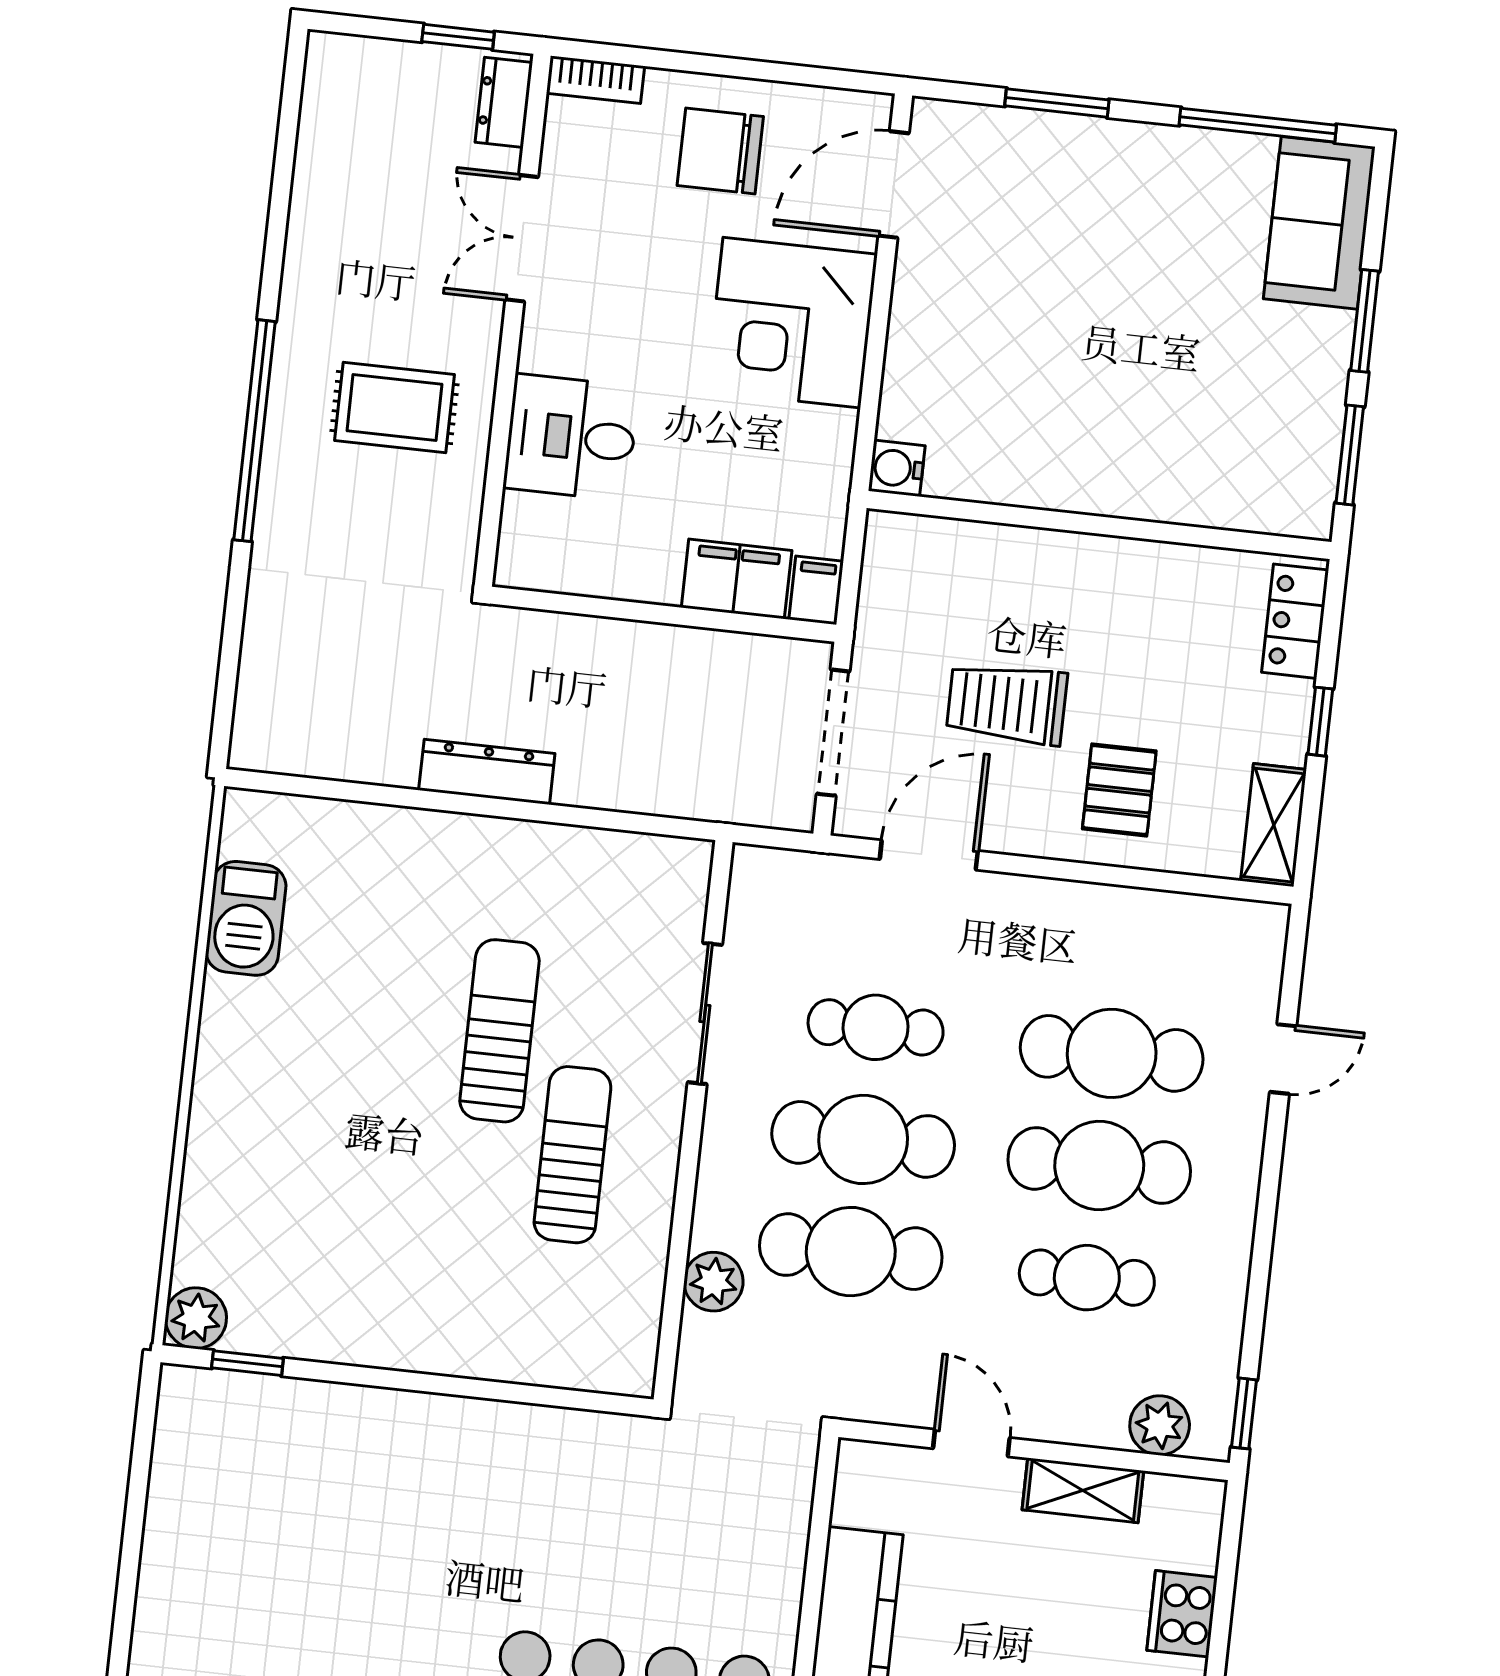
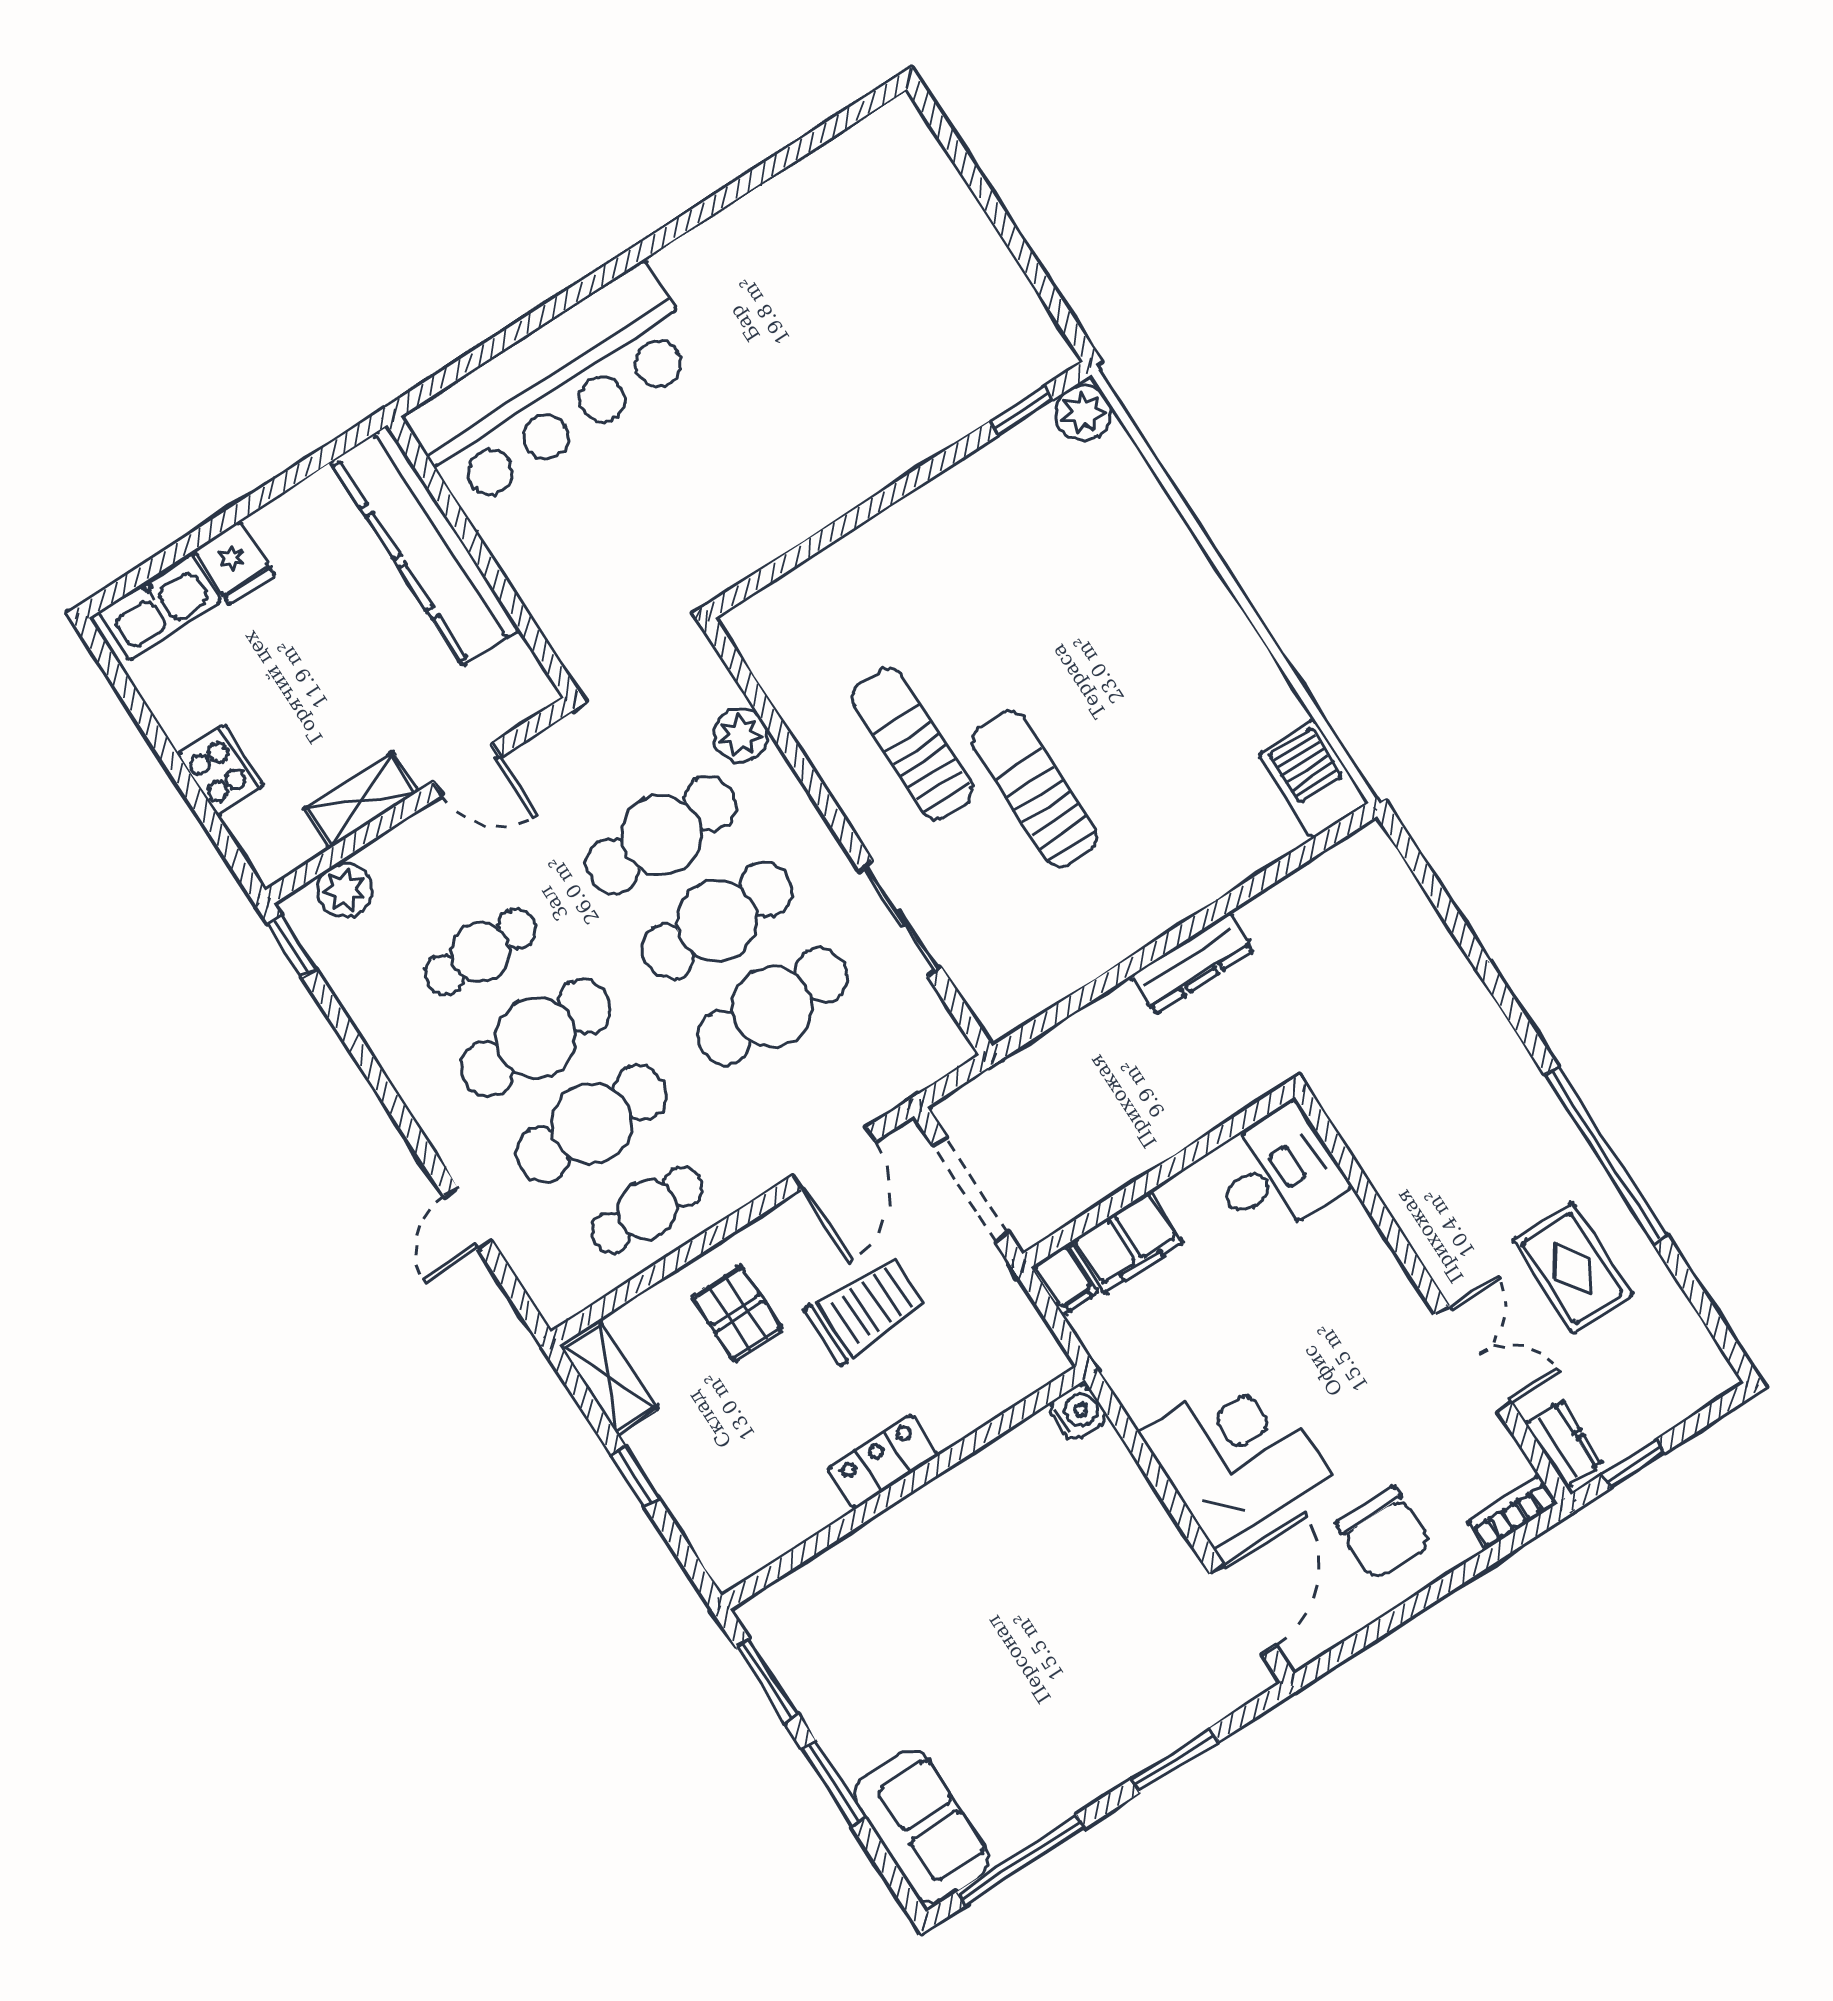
chair: (720, 151) -> (1384, 1534), turned 90
rug: (394, 407) -> (1573, 1268), moved, turned 90
window: (255, 431) -> (1606, 1155), moved
desk: (571, 437) -> (1277, 1173), moved
locker: (1295, 621) -> (883, 1462), moved, turned -90
barbecue: (246, 918) -> (1314, 778), moved
cafe table: (1124, 941) -> (647, 1210), added
cafe table: (876, 1027) -> (772, 1007), width x1.37, depth x1.35
sun lounger: (500, 1031) -> (1035, 789), turned 180
sun lounger: (572, 1155) -> (912, 743), turned 180

